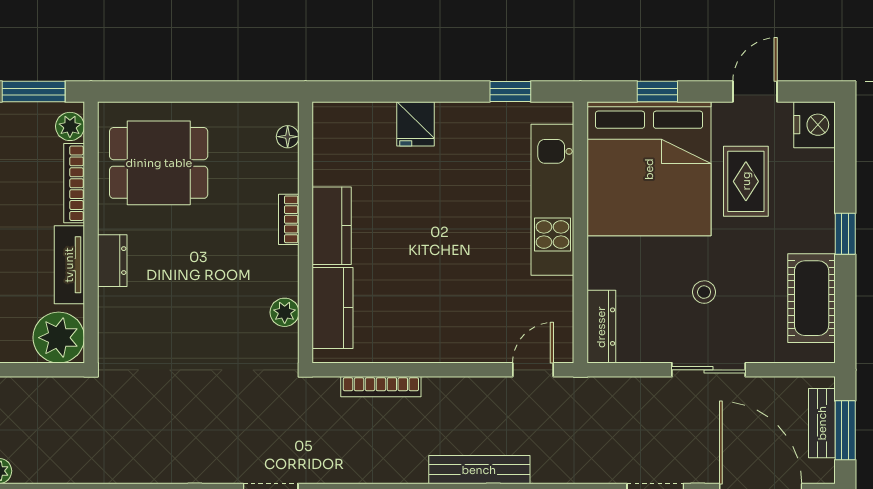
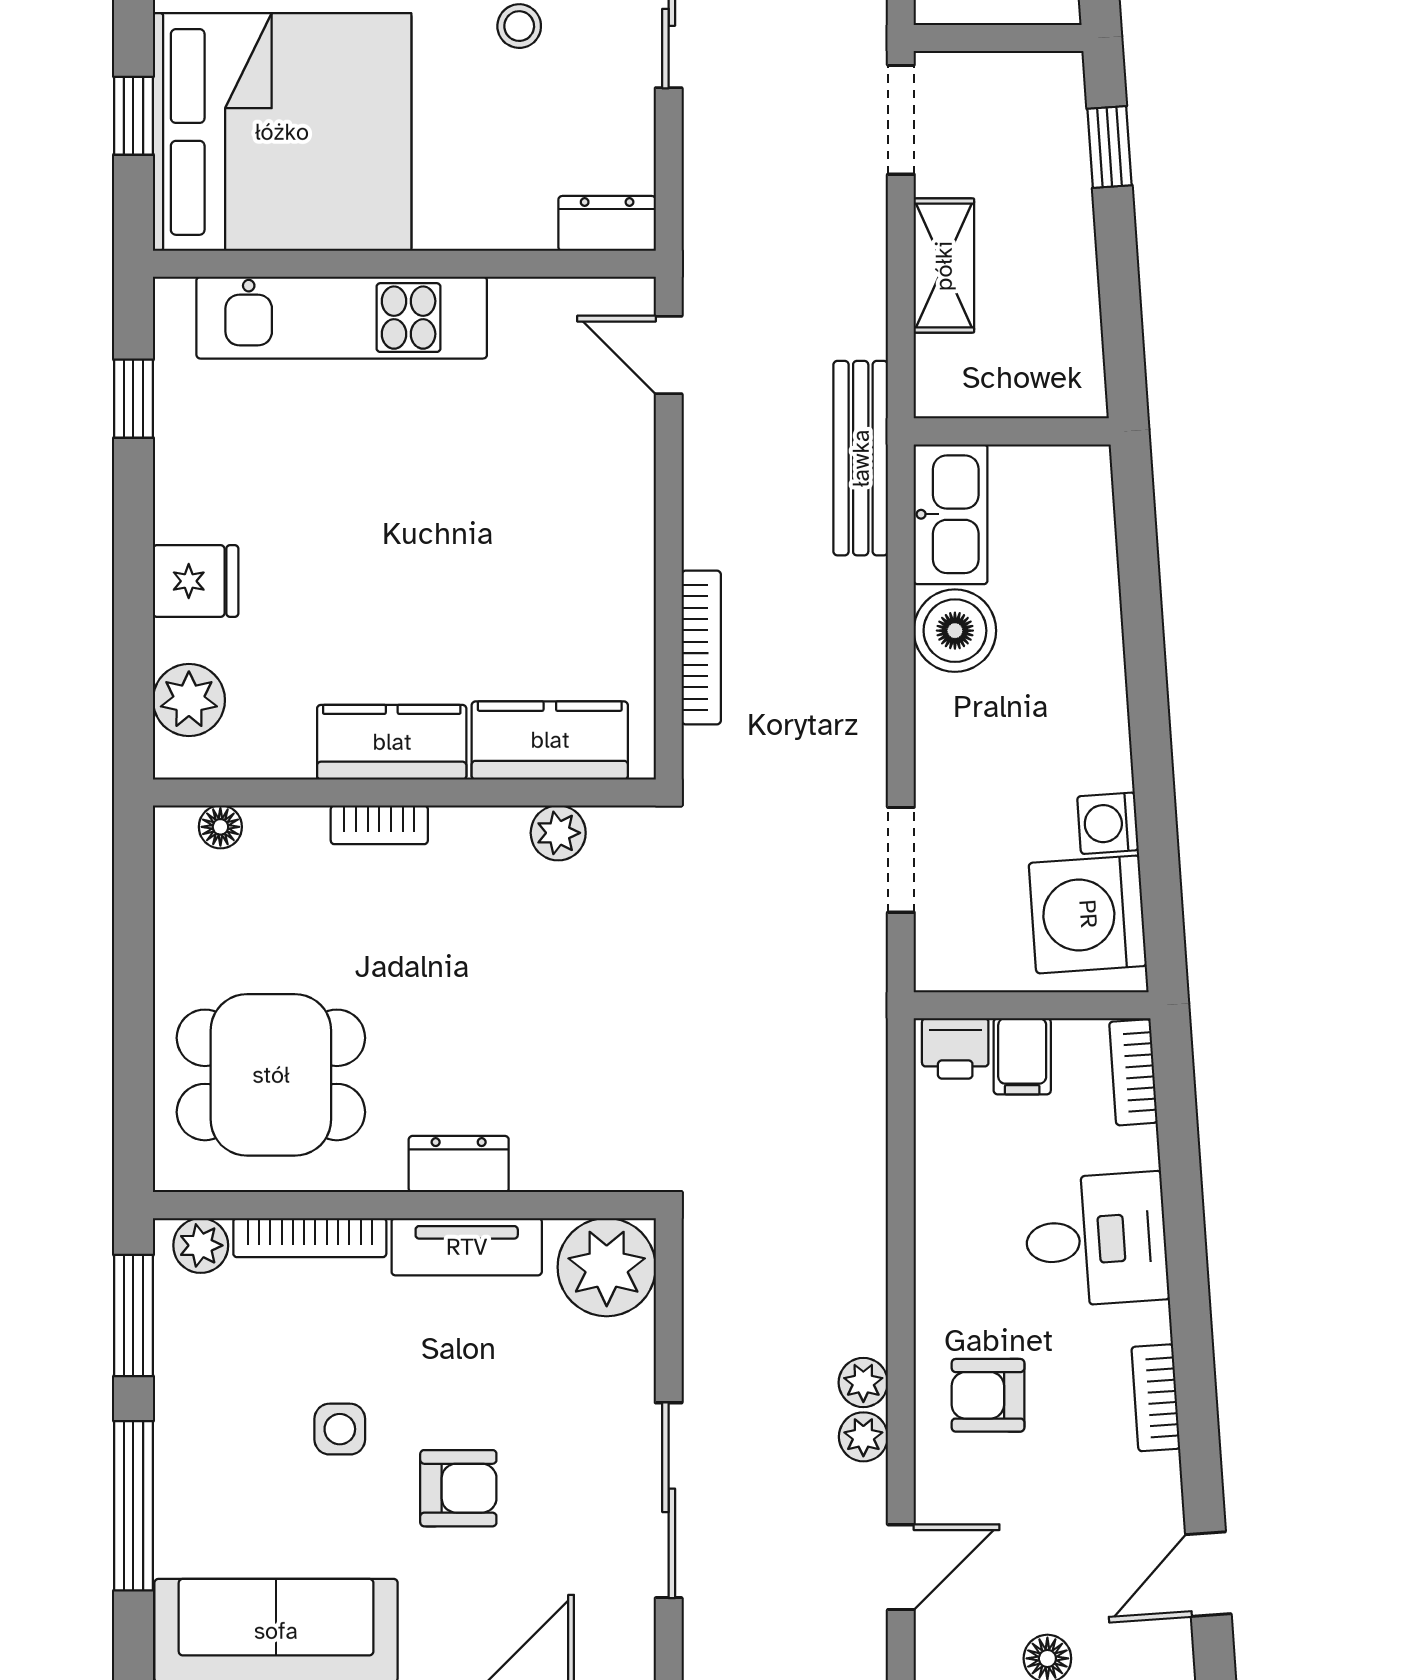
plant: (354, 120) -> (189, 700), added
dining table: (159, 163) -> (271, 1075), turned 90
dresser: (601, 327) -> (607, 223), width x0.70

